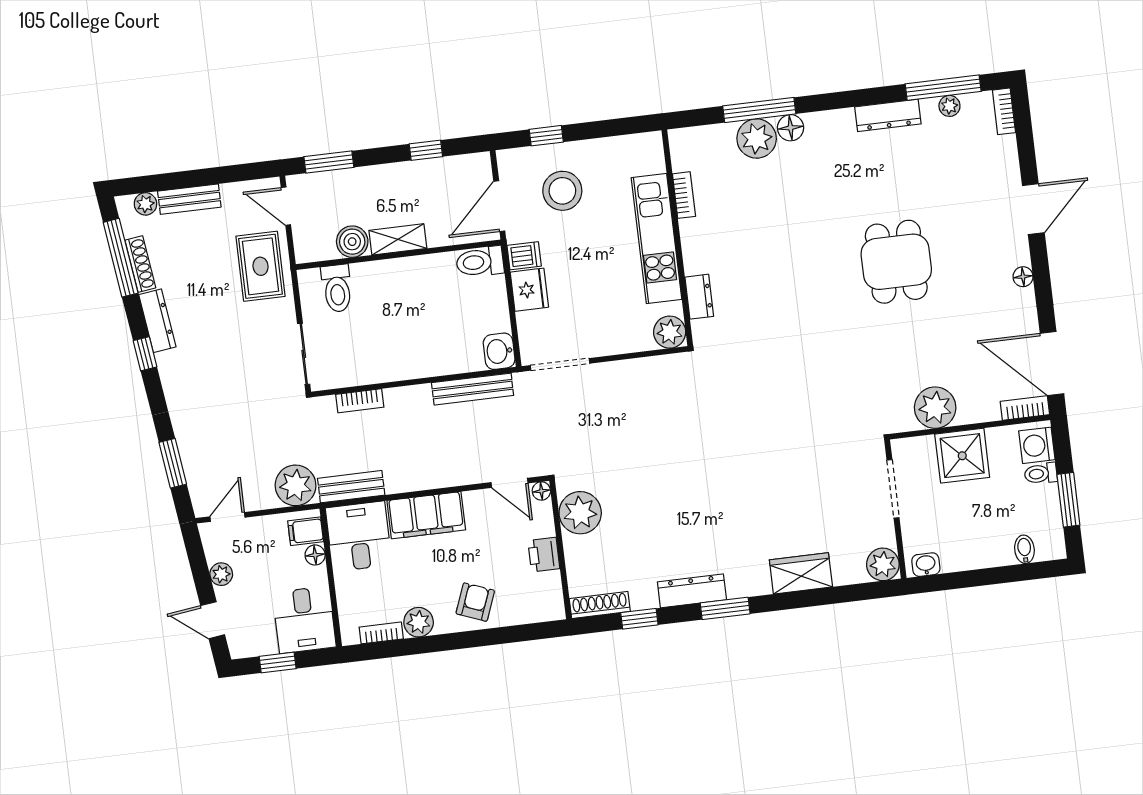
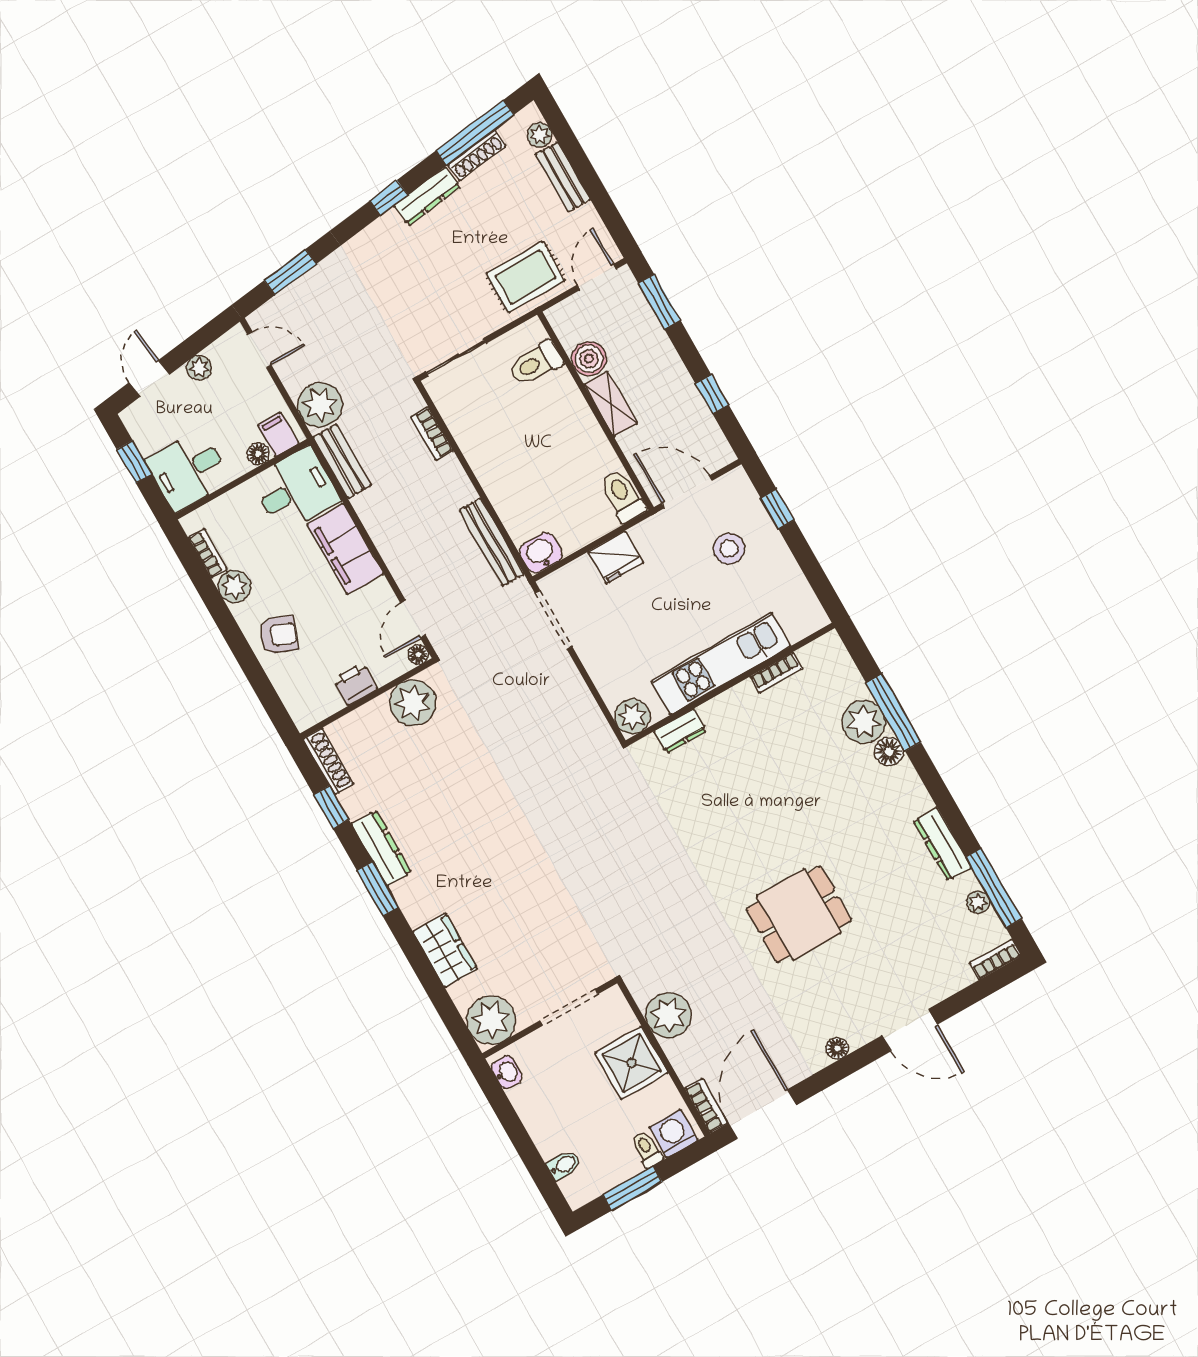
stool: (562, 191) -> (729, 549), width x0.73, depth x0.73
dishwasher: (524, 256) -> (647, 538), removed
plant: (883, 564) -> (491, 1020), width x1.36, depth x1.36

